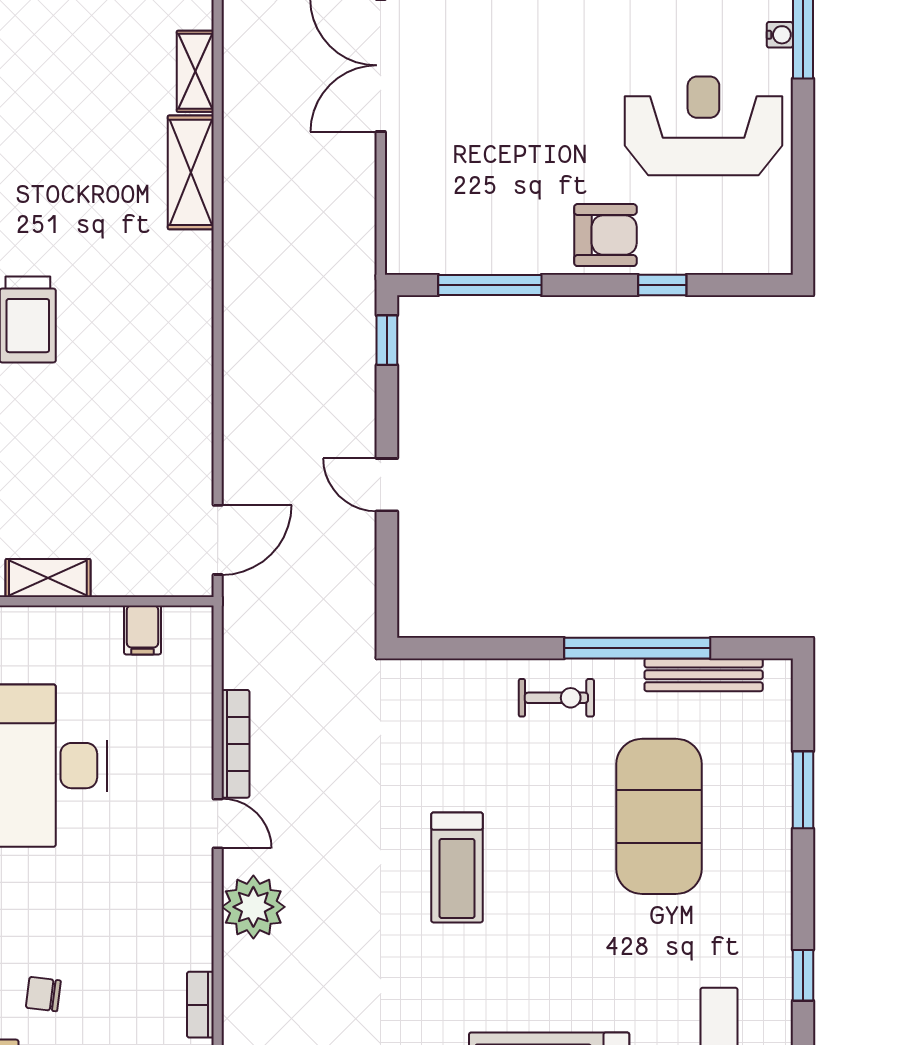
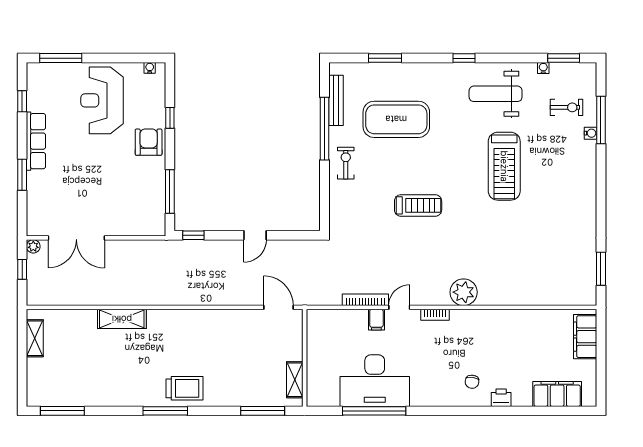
water cooler: (780, 35) -> (150, 68), moved
shelving: (195, 71) -> (79, 317), removed
filing cabinet: (142, 630) -> (376, 320), moved, turned 90
plant: (253, 907) -> (464, 292), moved
bookcase: (200, 1005) -> (435, 315), moved

